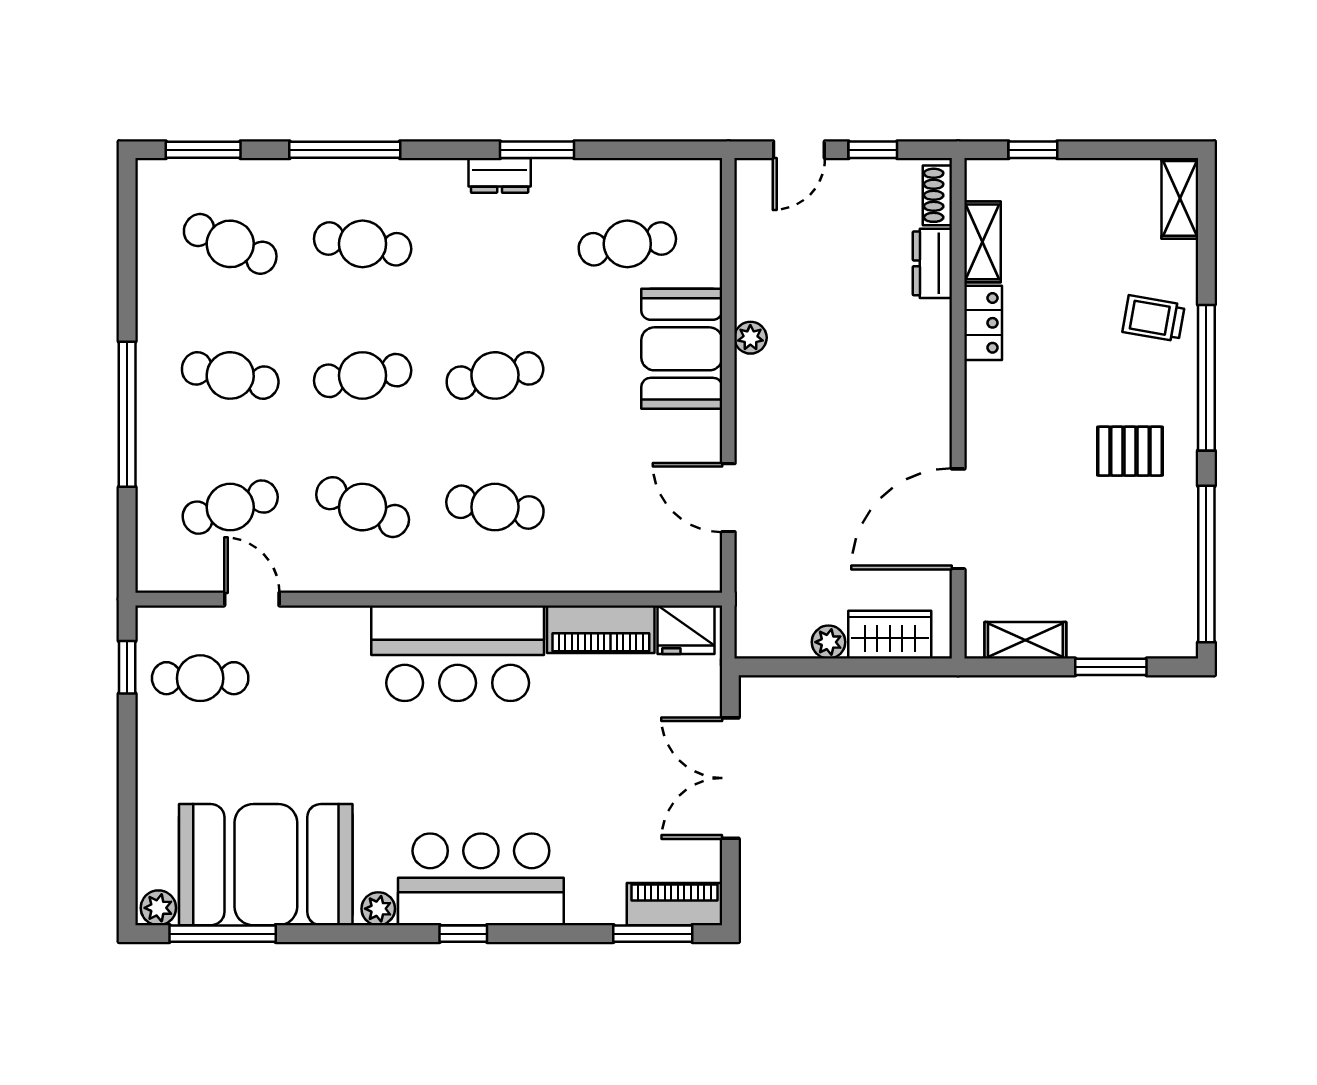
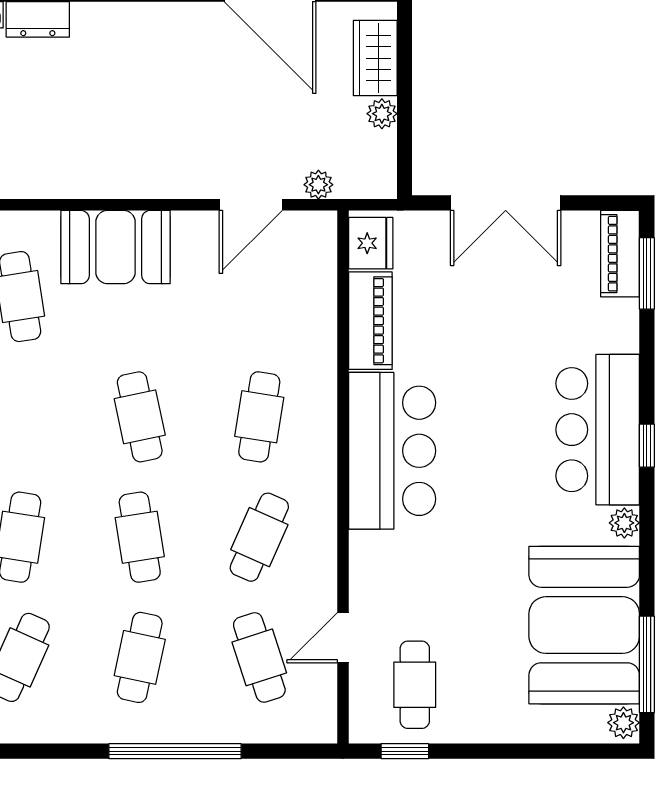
plant: (750, 338) -> (318, 185), moved

